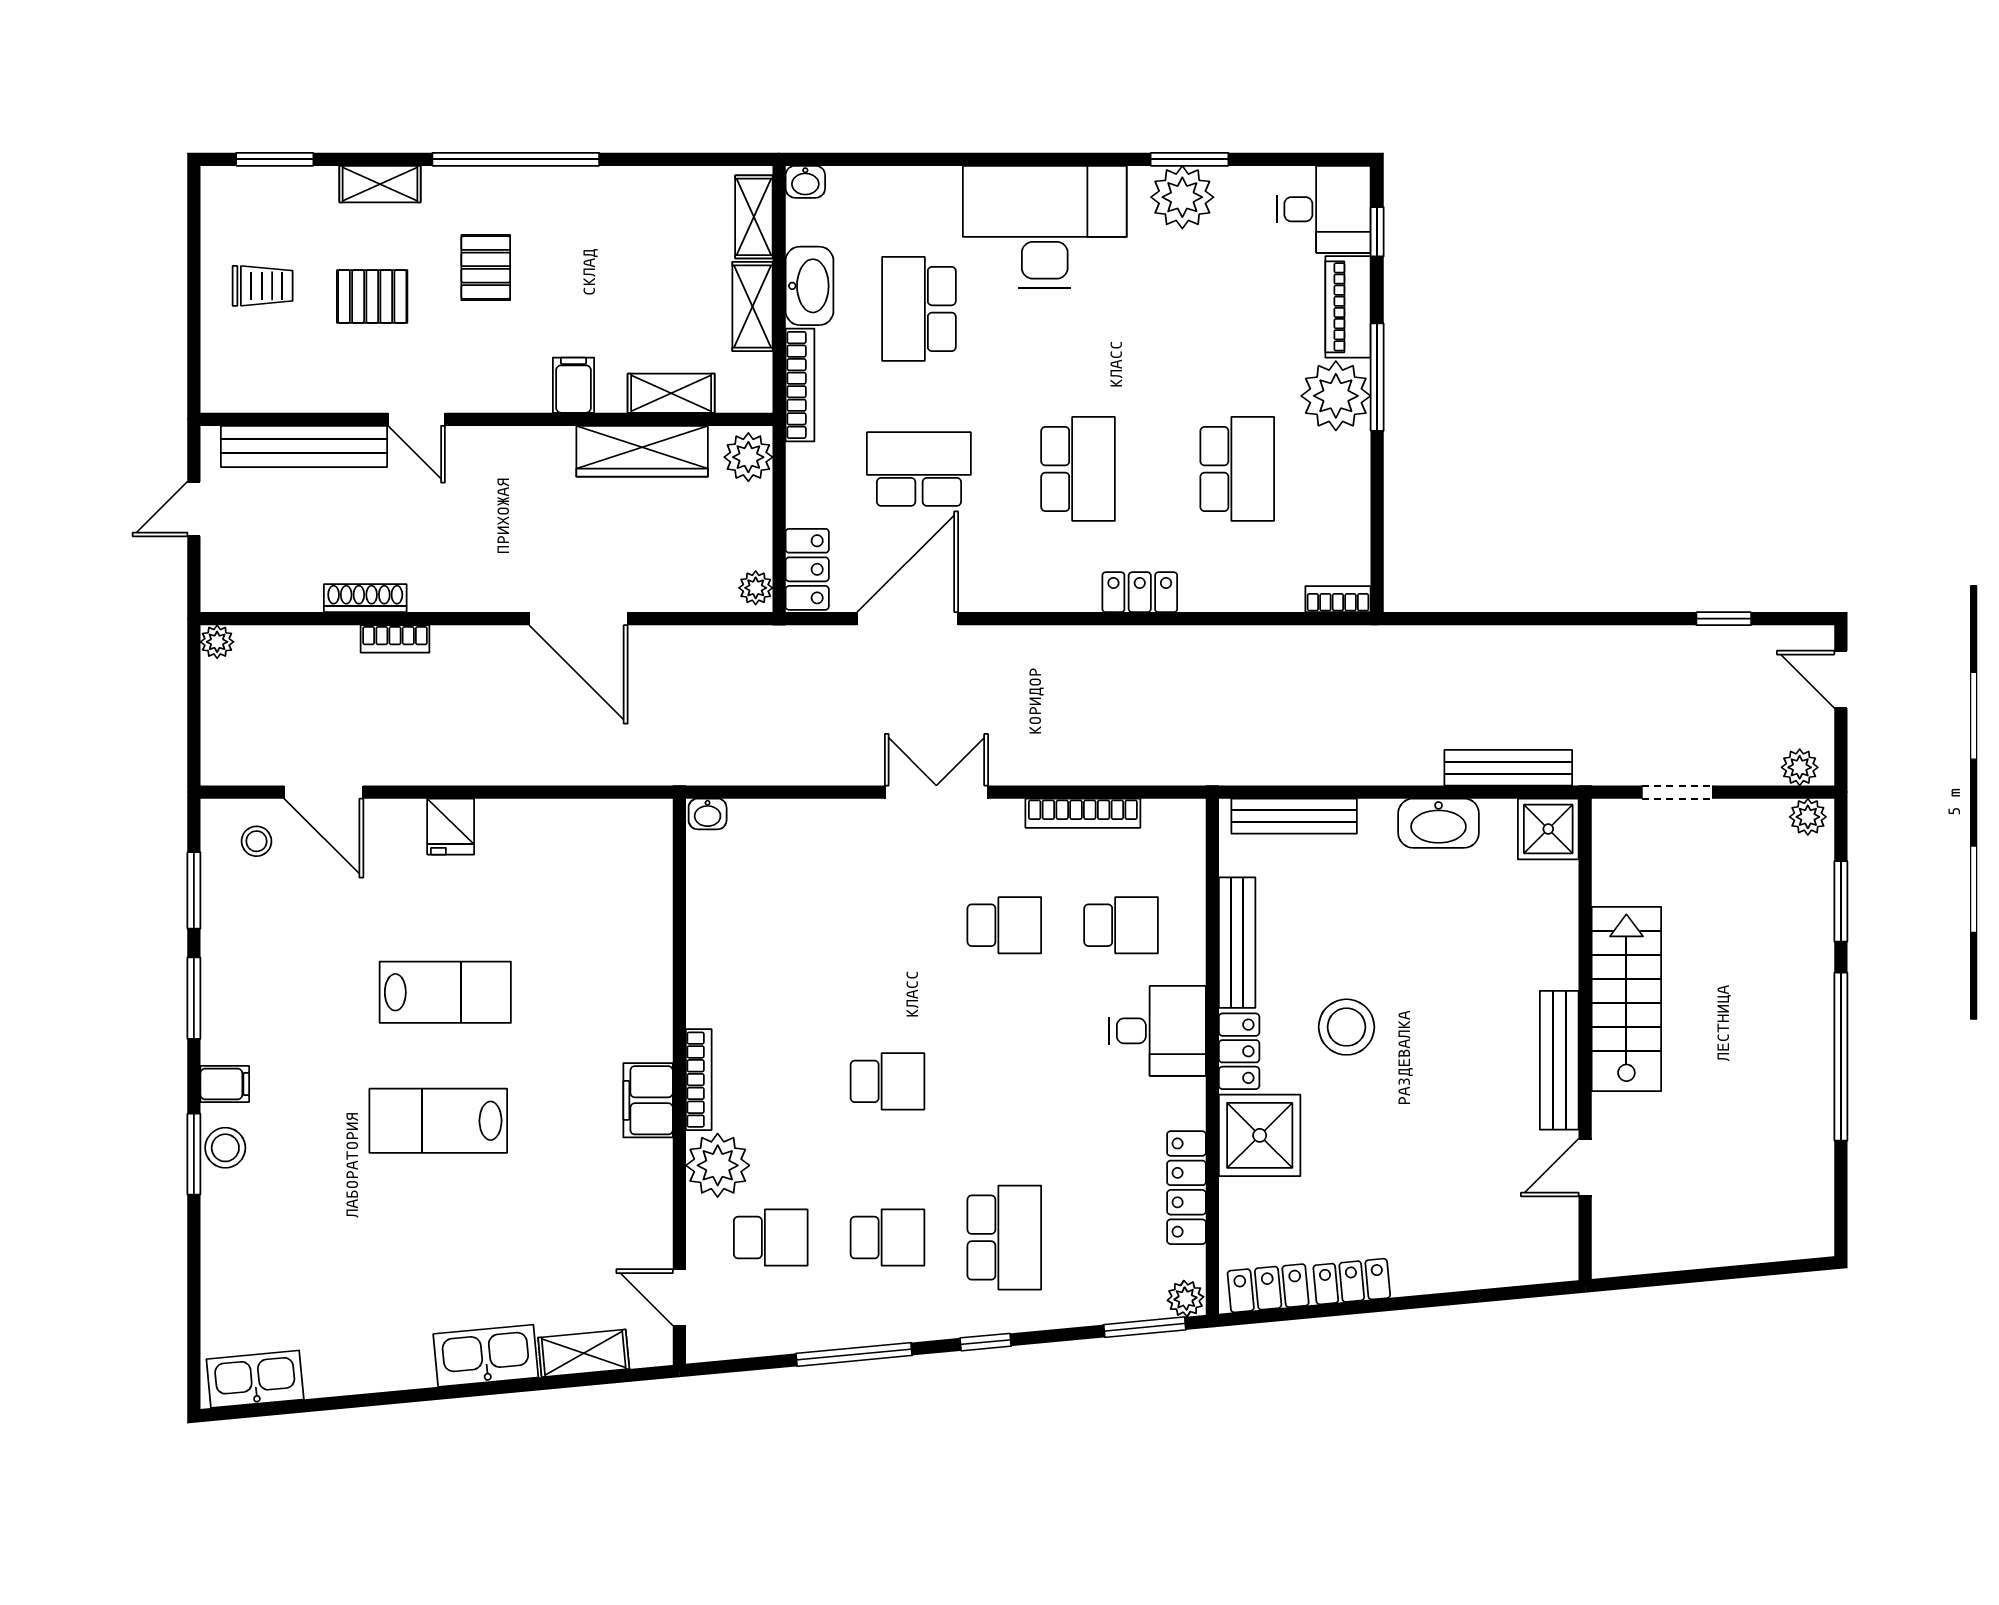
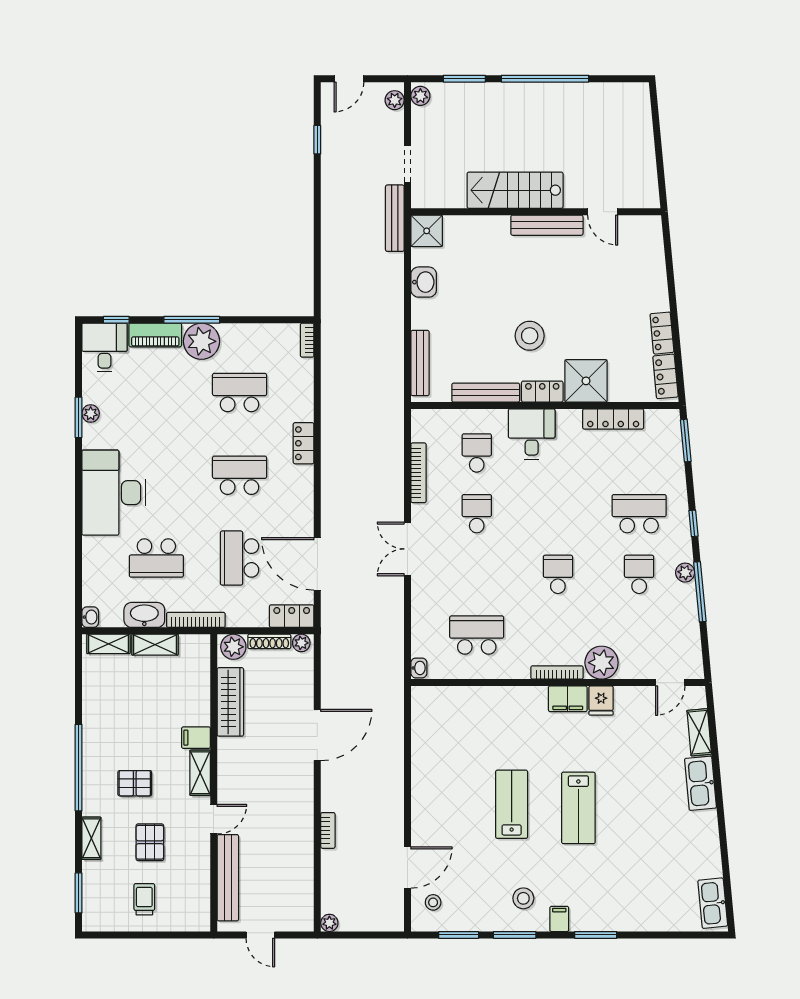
plant: (1182, 197) -> (91, 413), width x0.53, depth x0.53
shelving: (671, 393) -> (200, 773), moved
shoe rack: (365, 598) -> (269, 641), moved, turned -90
bench: (1508, 768) -> (395, 218), moved
washbasin: (1439, 823) -> (424, 282), width x0.72
fridge: (451, 827) -> (601, 701), moved, turned 90
stool: (225, 1148) -> (523, 898), moved
school desk: (771, 1238) -> (477, 635), moved, width x1.85
plant: (1185, 1299) -> (685, 573), moved

